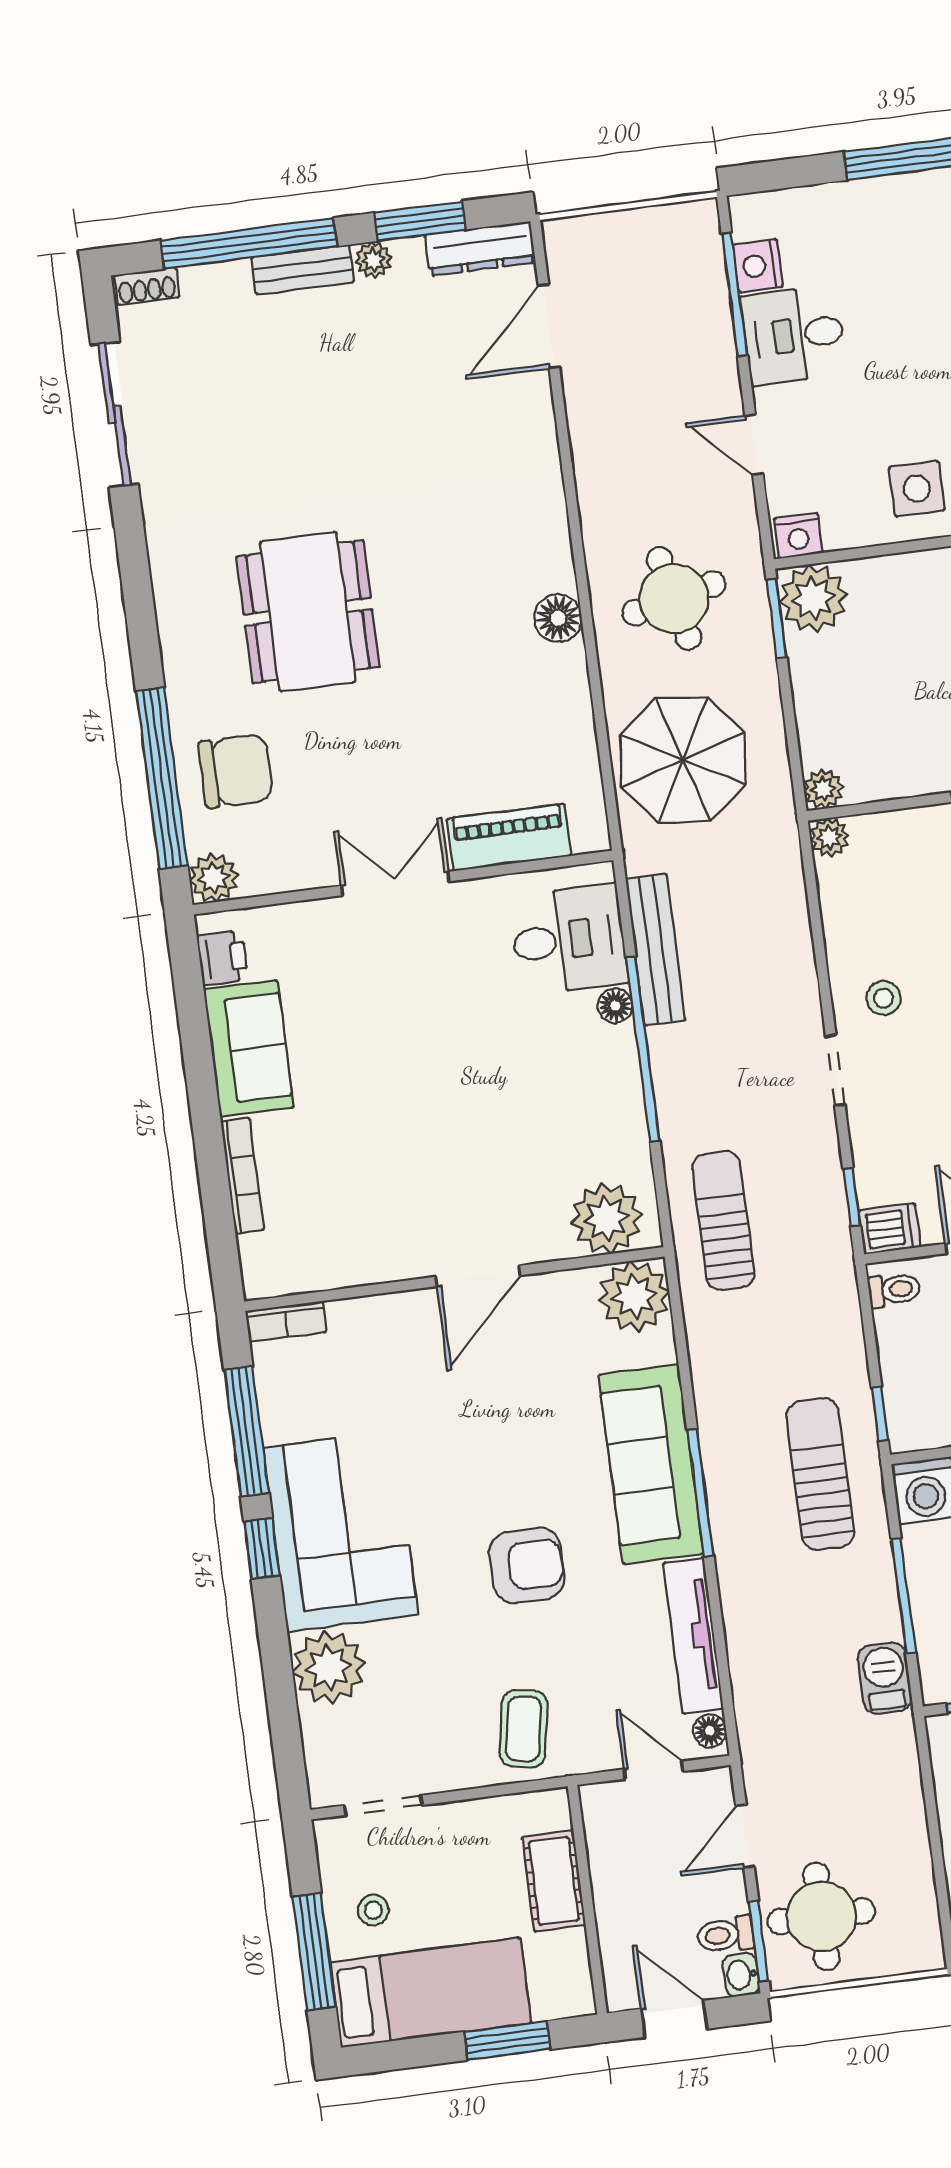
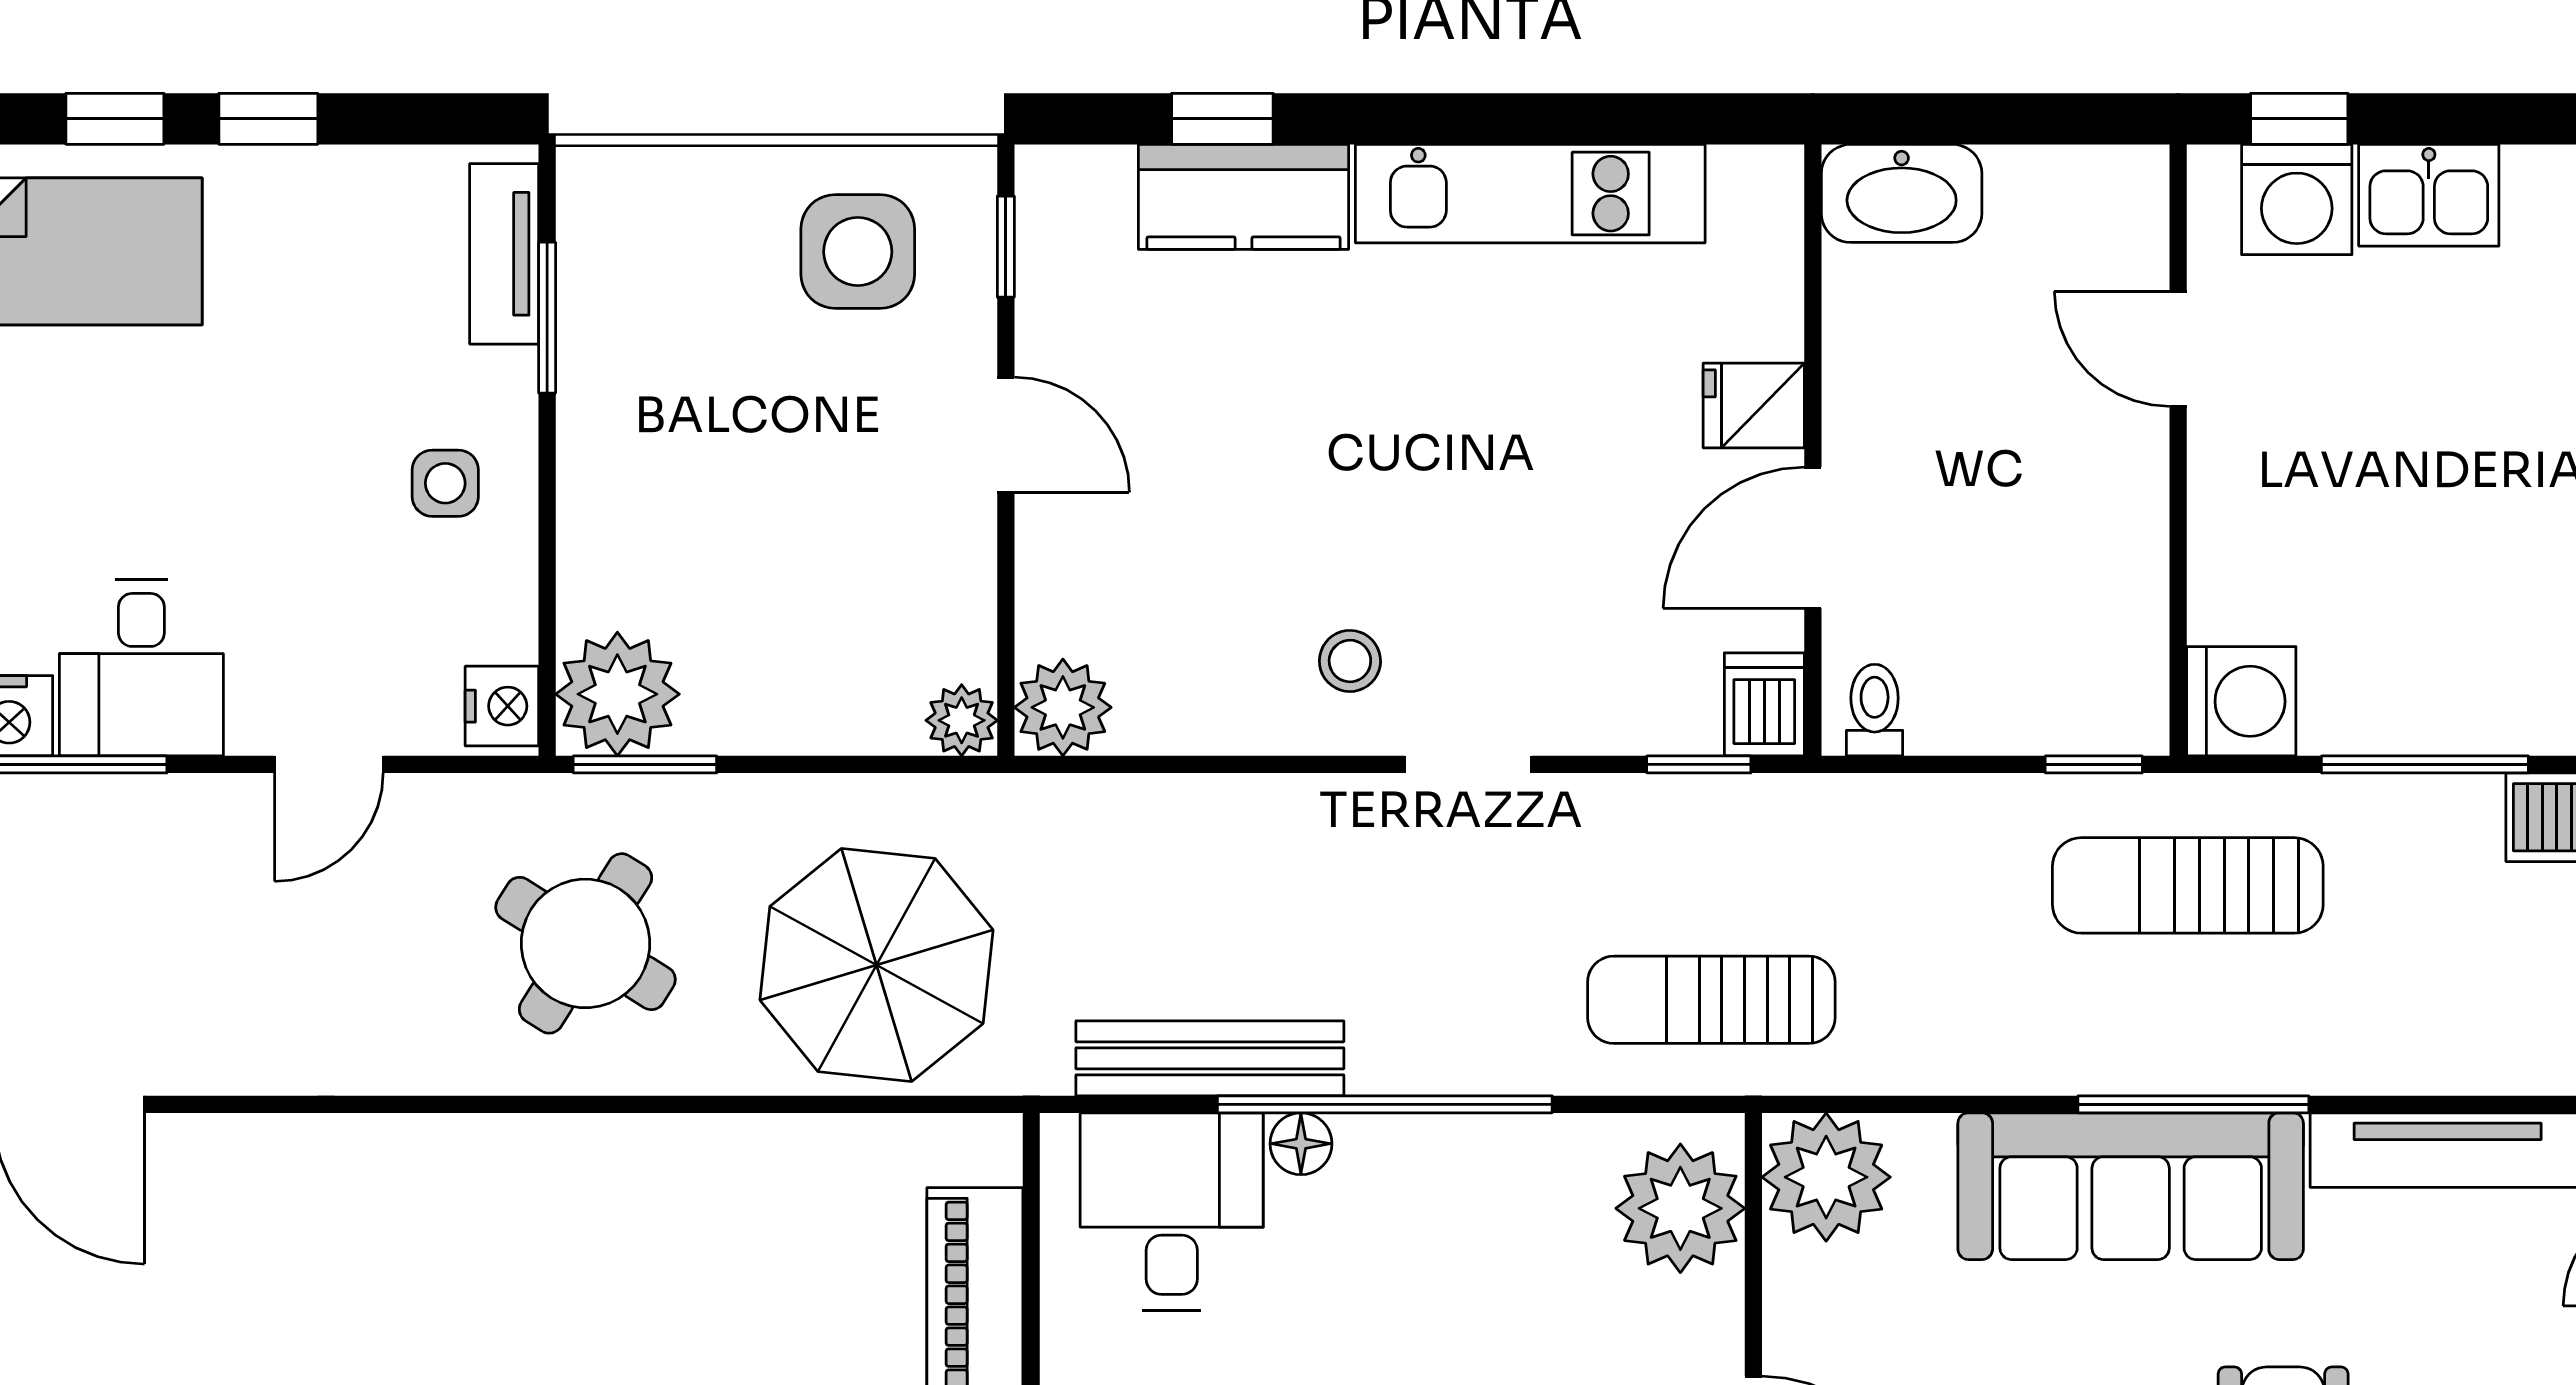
side table: (917, 489) -> (445, 483), width x0.73, depth x0.73
round table: (674, 599) -> (585, 943), turned 45
floor lamp: (558, 618) -> (594, 1156), removed
plant: (829, 837) -> (1063, 707), width x1.38, depth x1.38

